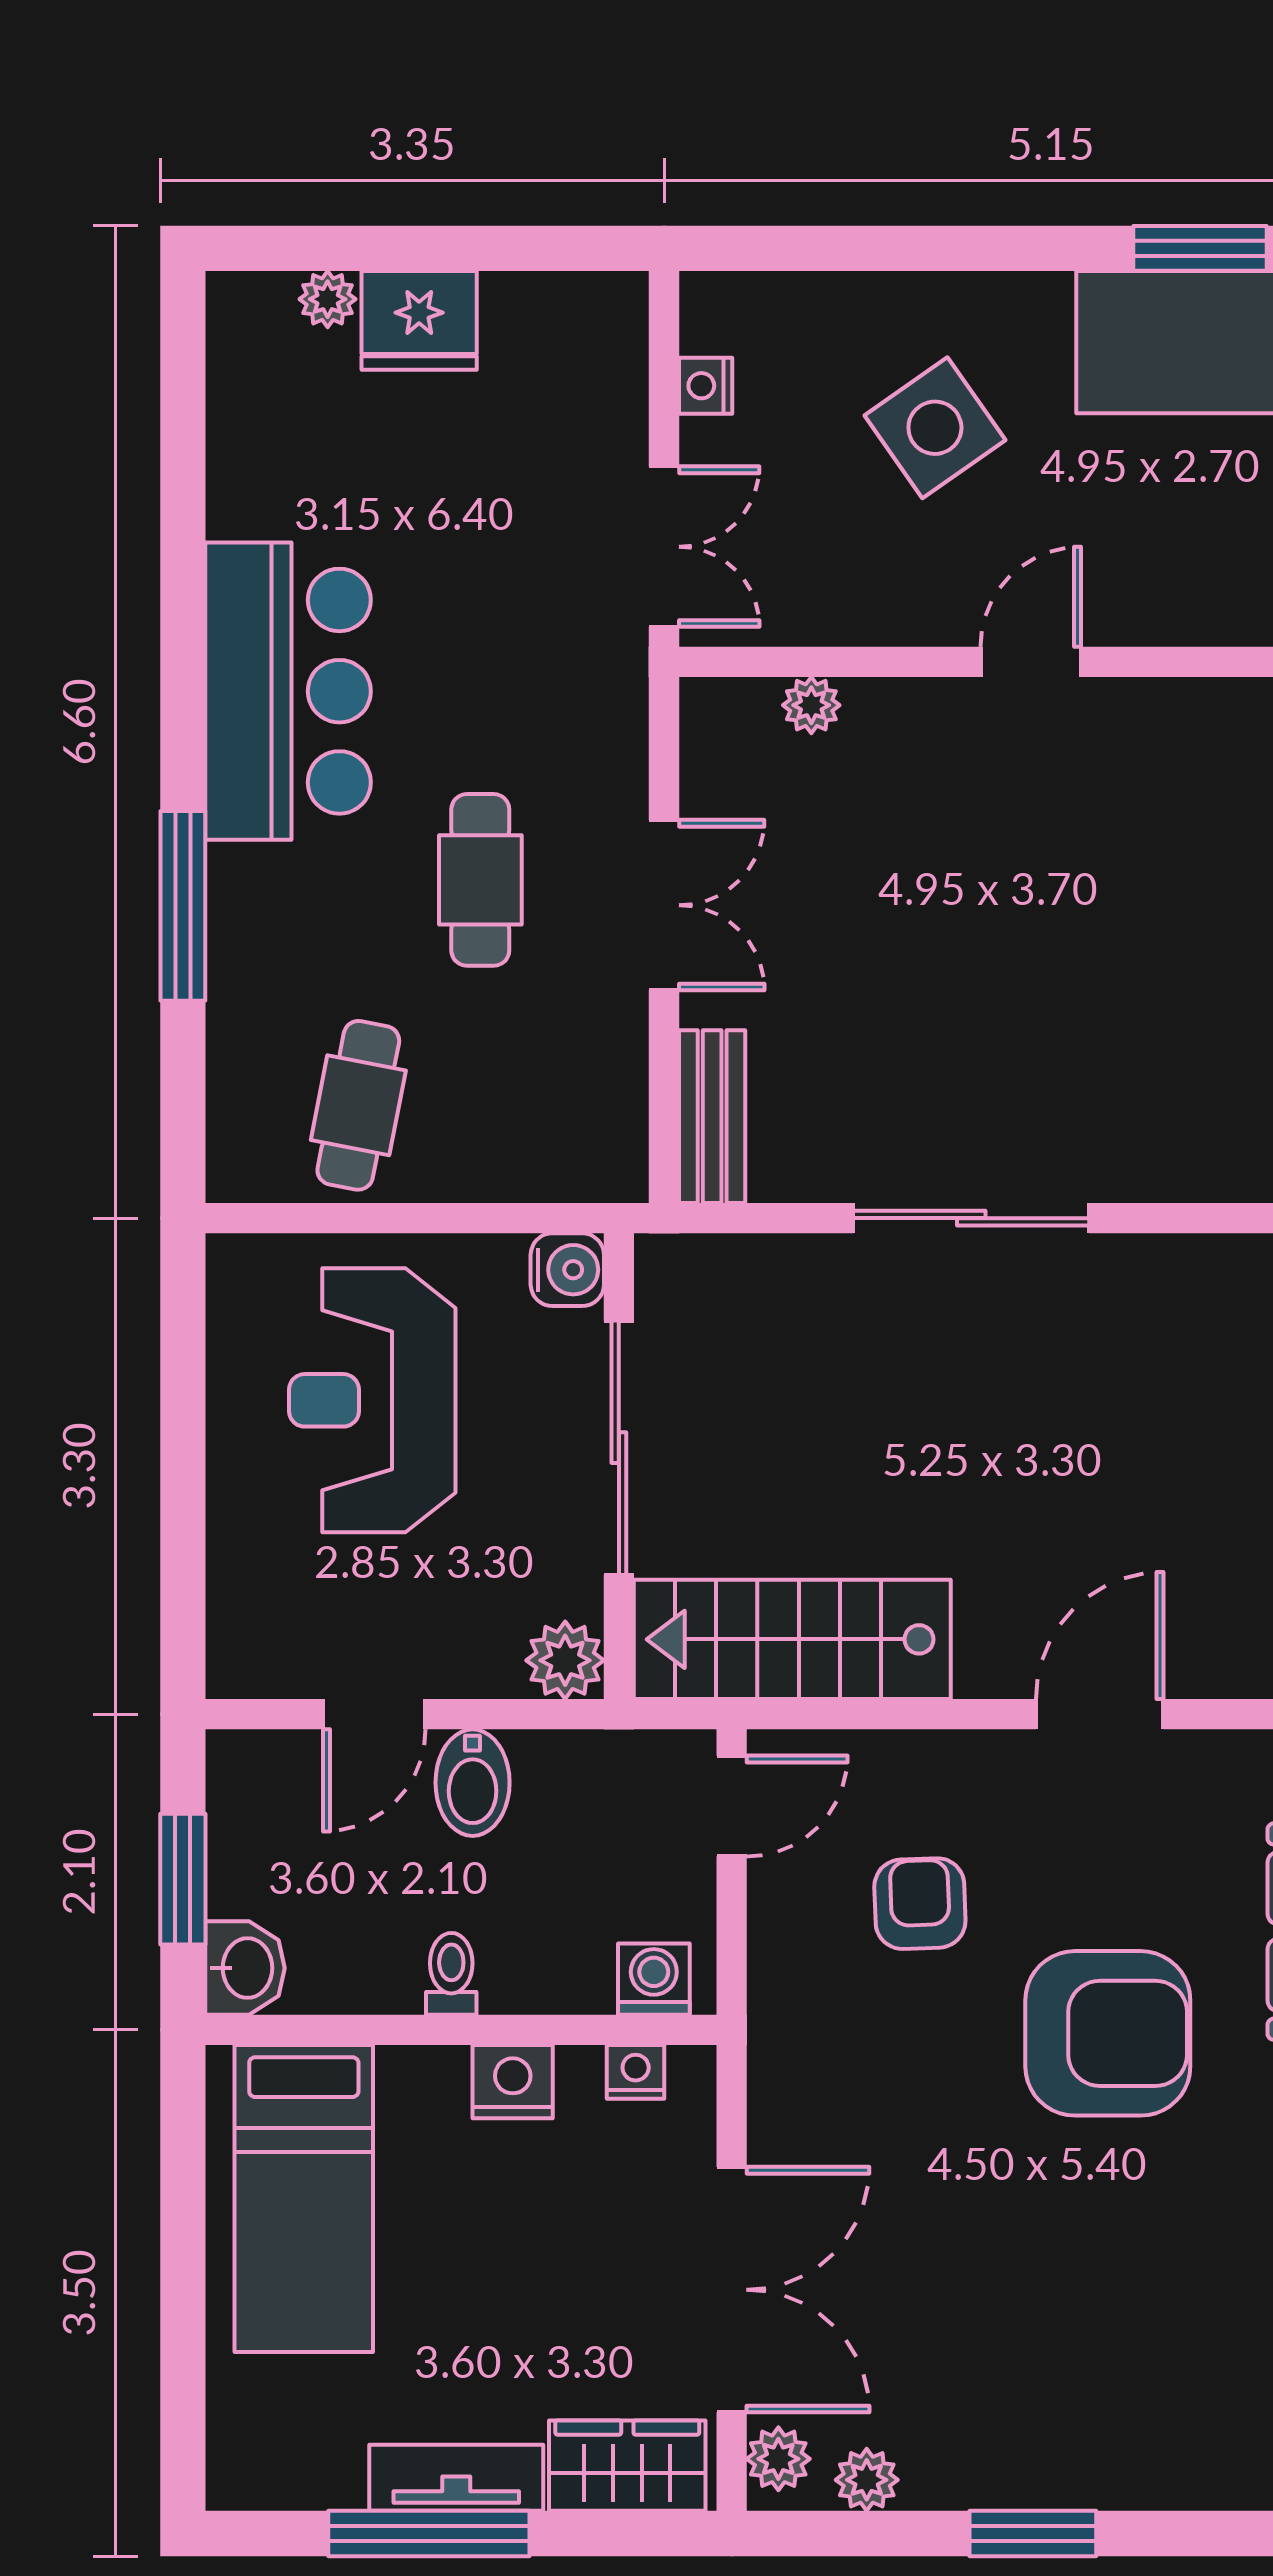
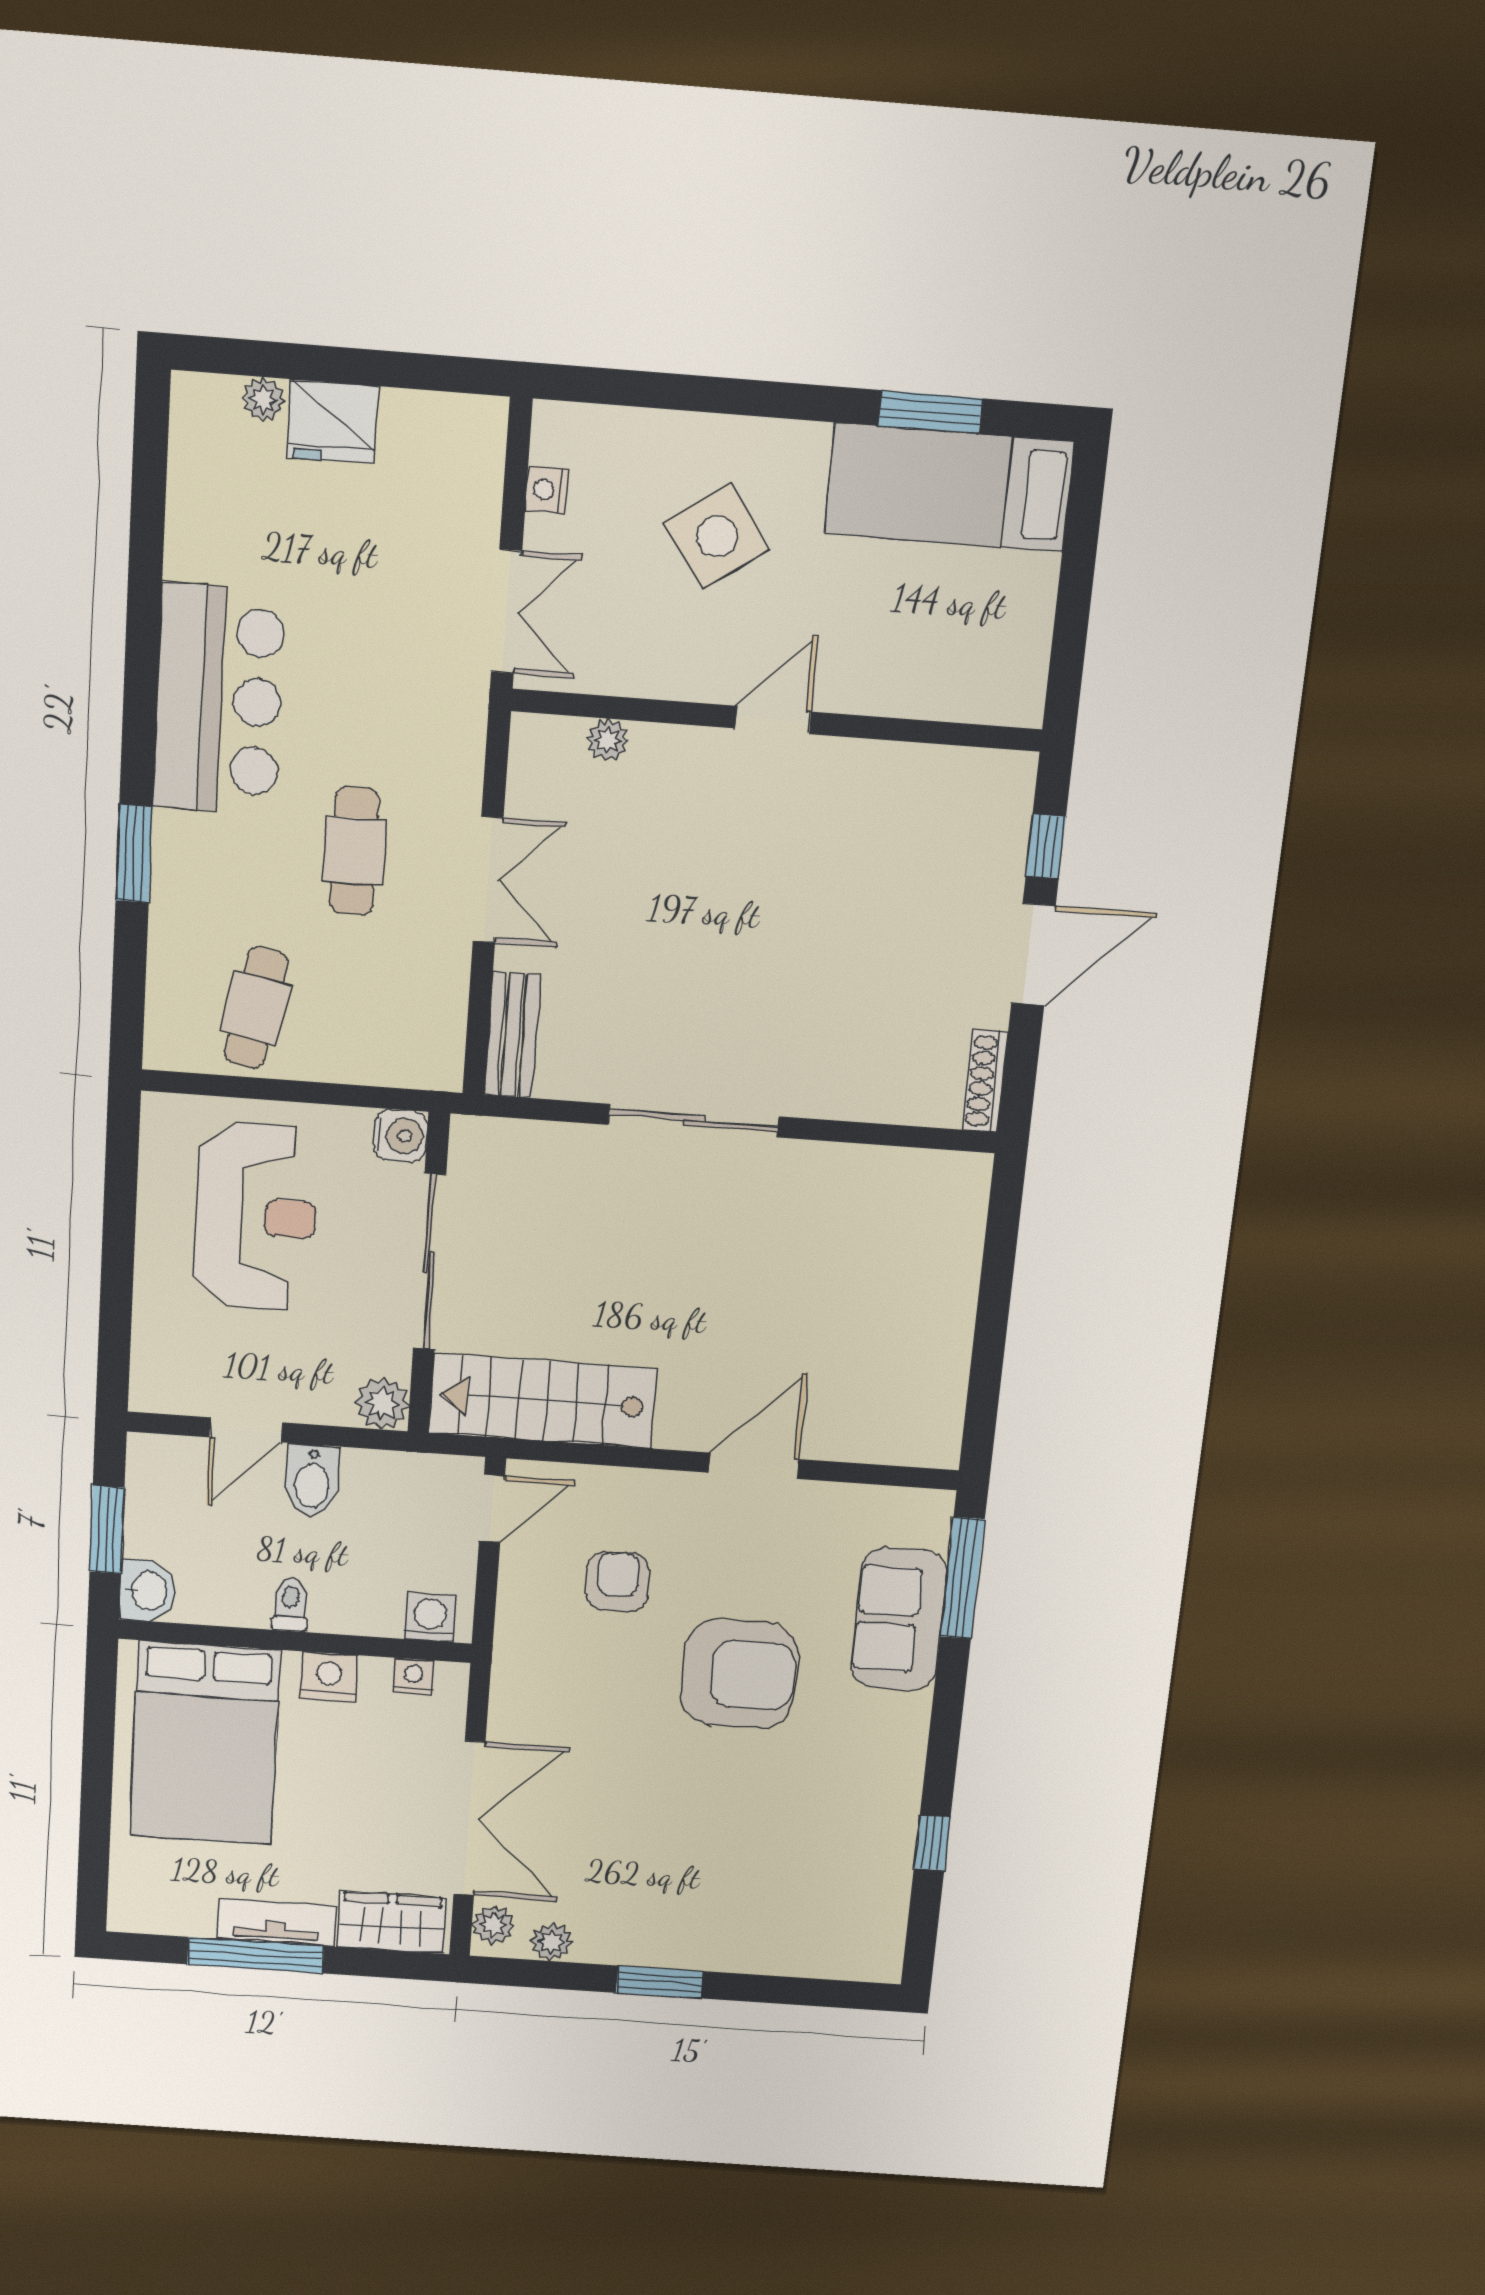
window: (183, 906) -> (134, 853), width x0.69
reception desk: (372, 1400) -> (255, 1216), turned 180
bed: (304, 2198) -> (205, 1743), width x1.50

